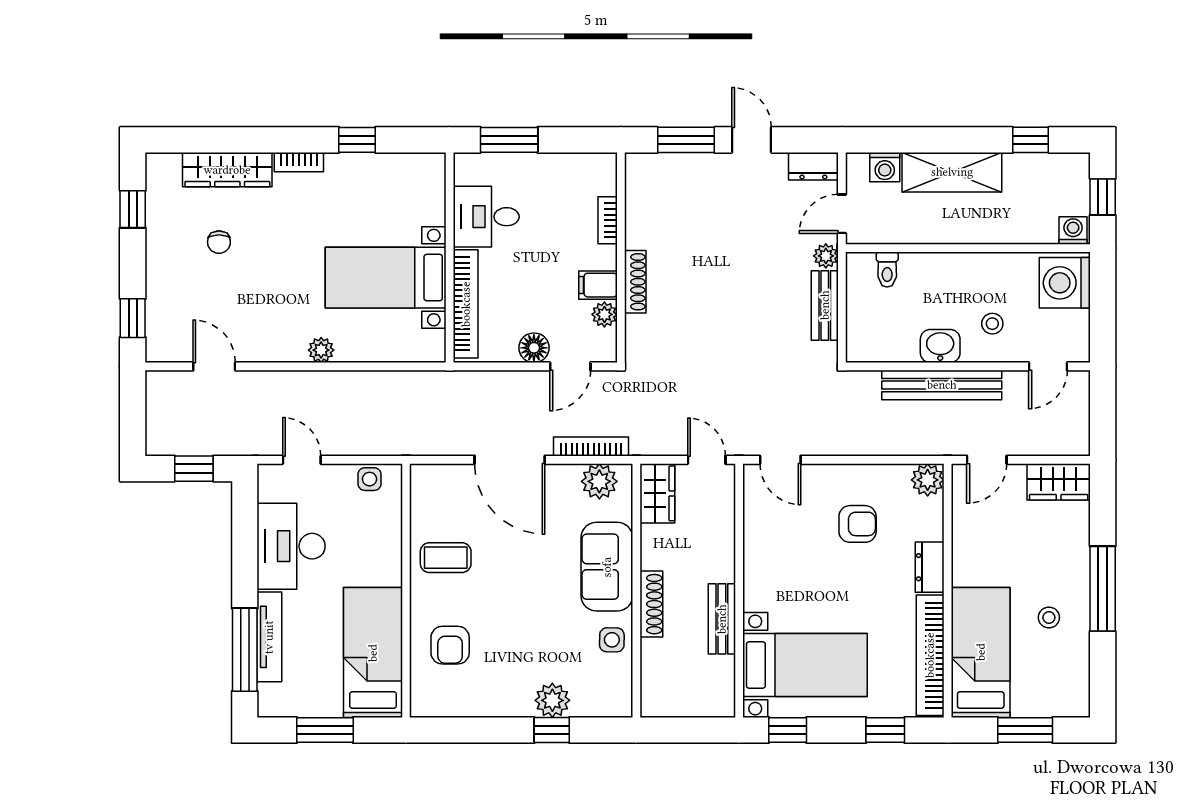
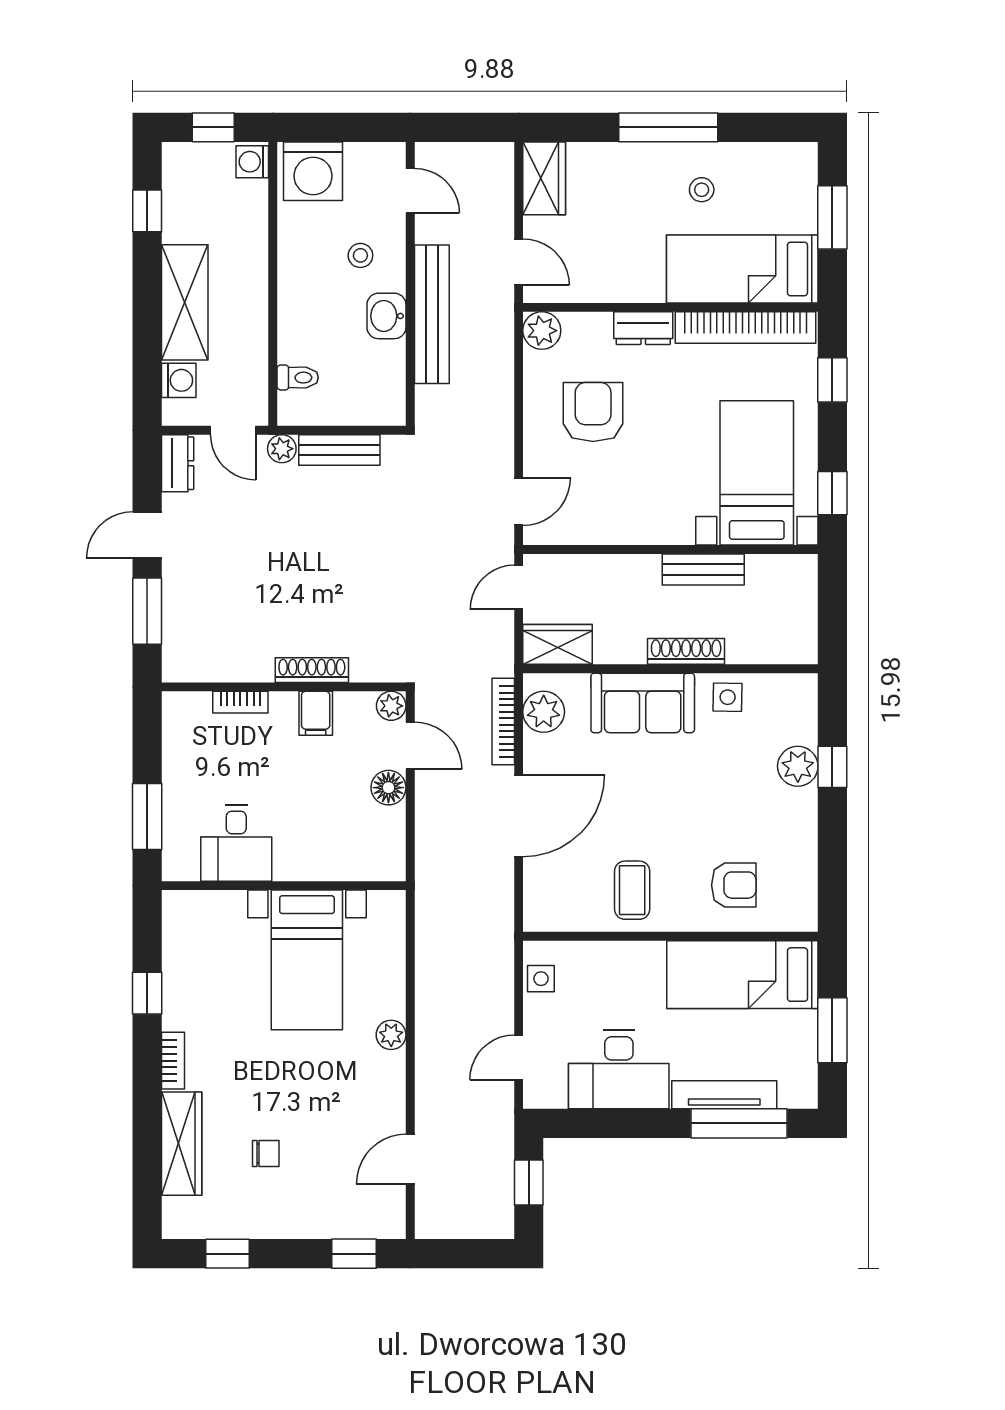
bookcase: (466, 304) -> (338, 867), removed
plant: (604, 314) -> (391, 706), moved
armchair: (858, 524) -> (593, 412), width x1.38, depth x1.38

